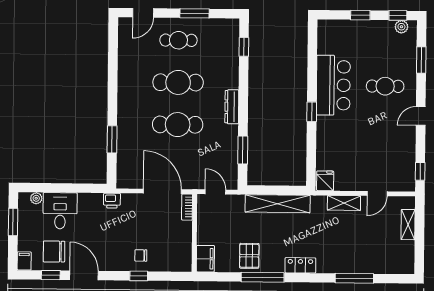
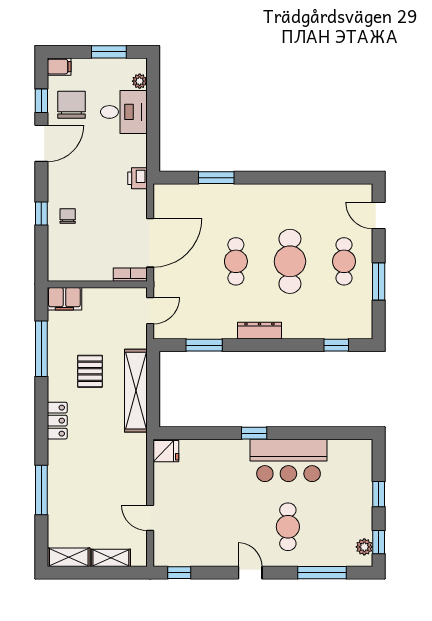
window: (421, 60) -> (322, 573), width x1.44
cafe table: (178, 125) -> (236, 261), width x0.73, depth x0.74
shelving: (344, 203) -> (69, 557), moved, turned 90
pallet: (249, 256) -> (90, 371), moved, turned 90
window: (263, 277) -> (41, 349), moved

